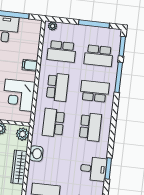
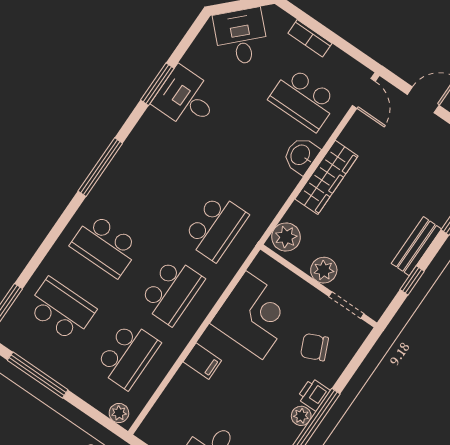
school desk: (62, 51) -> (128, 355), turned 90
window: (119, 77) -> (100, 167), moved
school desk: (57, 87) -> (172, 291), turned 180
school desk: (90, 127) -> (149, 181), removed
washbasin: (36, 154) -> (301, 155), moved

